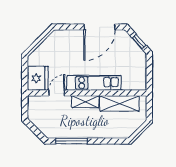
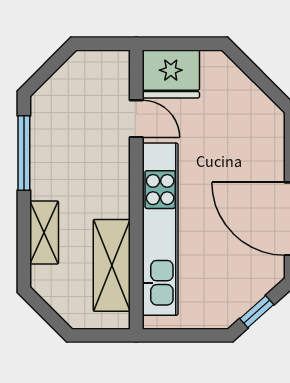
kitchen unit: (94, 83) -> (160, 229), width x1.36
shelving: (85, 102) -> (44, 233), moved

